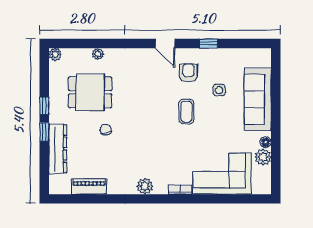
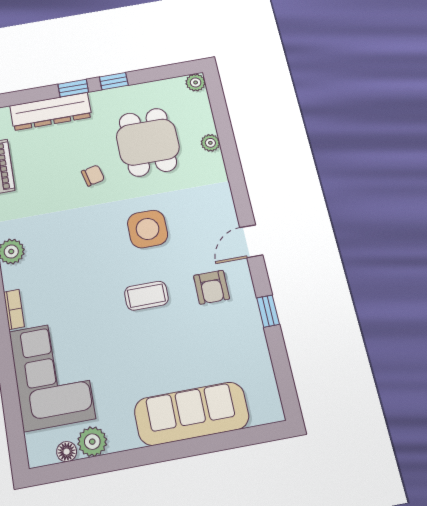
armchair: (188, 73) -> (212, 287), turned 90
side table: (219, 90) -> (148, 229), moved, width x1.87, depth x1.87
floor lamp: (266, 142) -> (67, 452), moved

